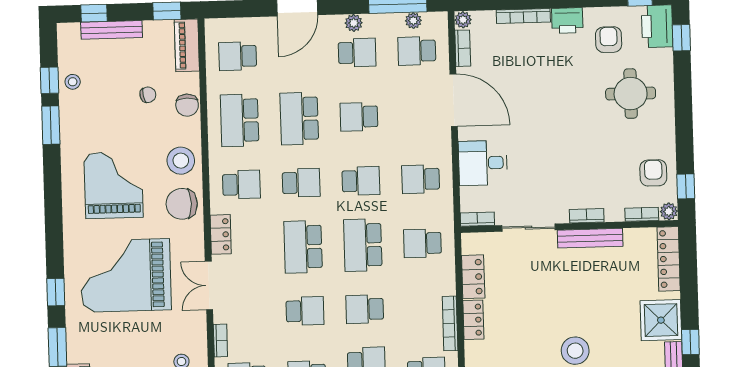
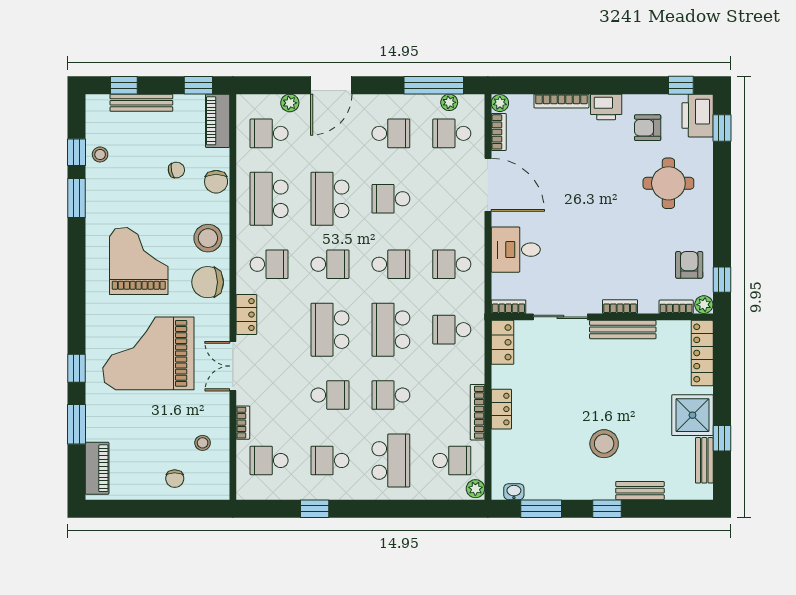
plant: (354, 23) -> (290, 103), moved
armchair: (609, 40) -> (648, 128), turned -90
locker: (473, 277) -> (502, 342), moved

